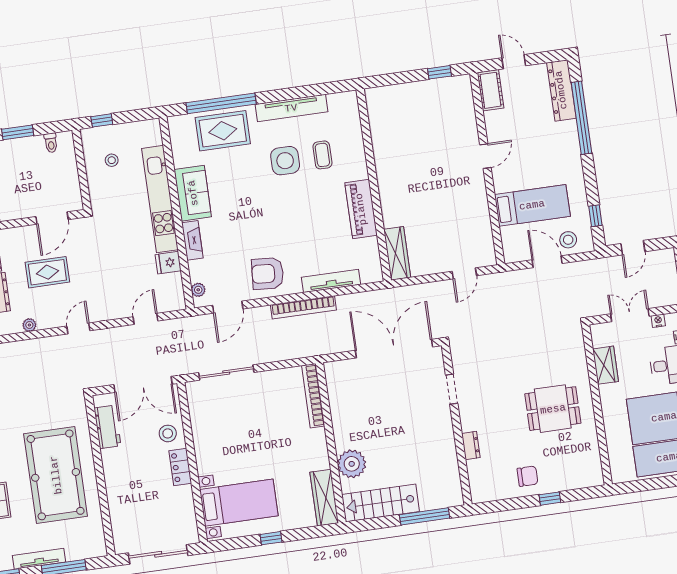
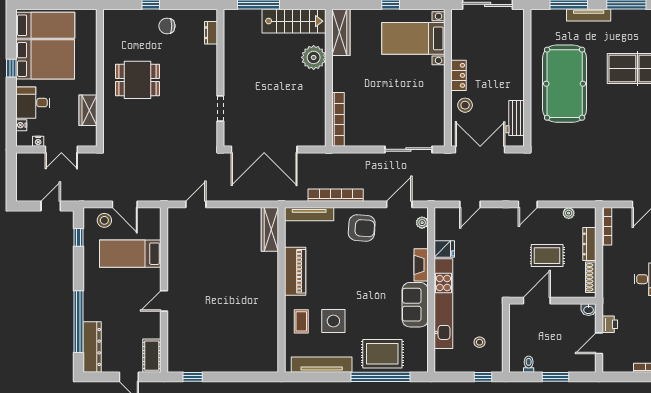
wall: (374, 185) -> (282, 290), moved
piano: (361, 209) -> (295, 271), moved
wardrobe: (397, 253) -> (270, 229), moved
dresser: (471, 445) -> (211, 33), moved

